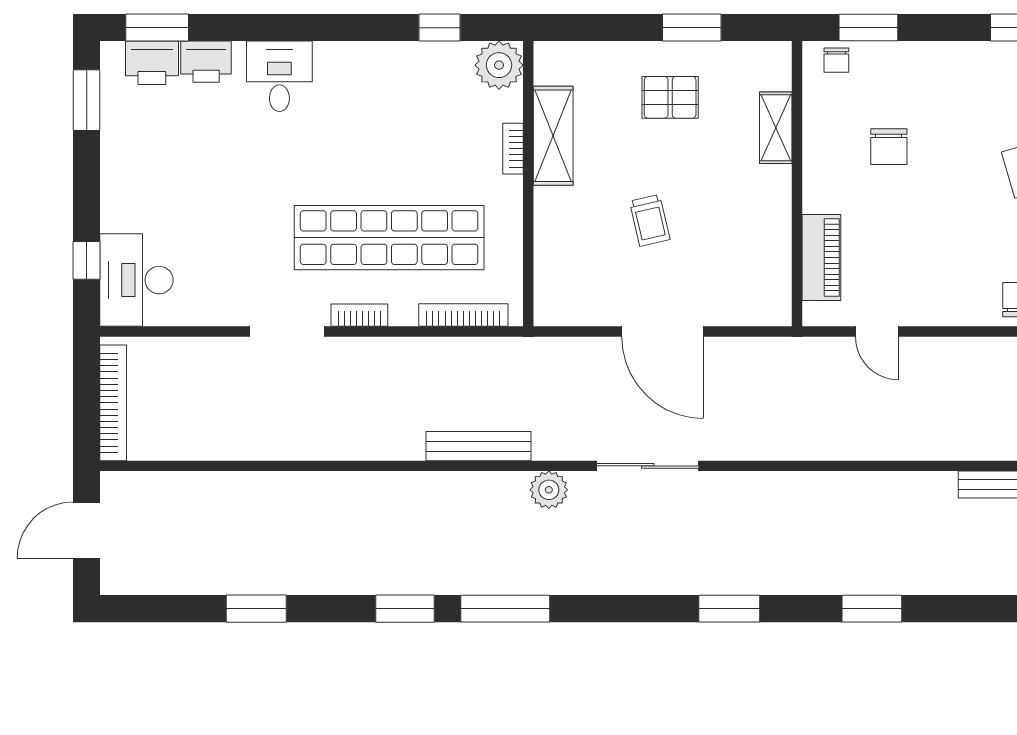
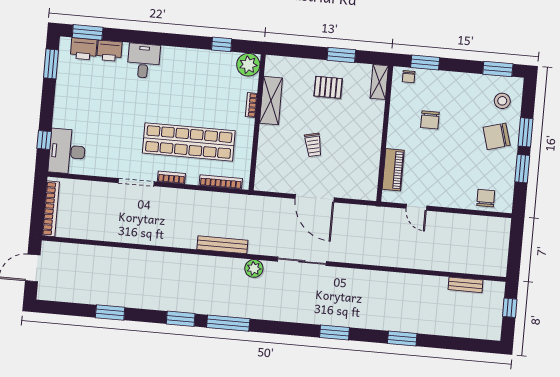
shelving: (776, 128) -> (379, 82), moved

